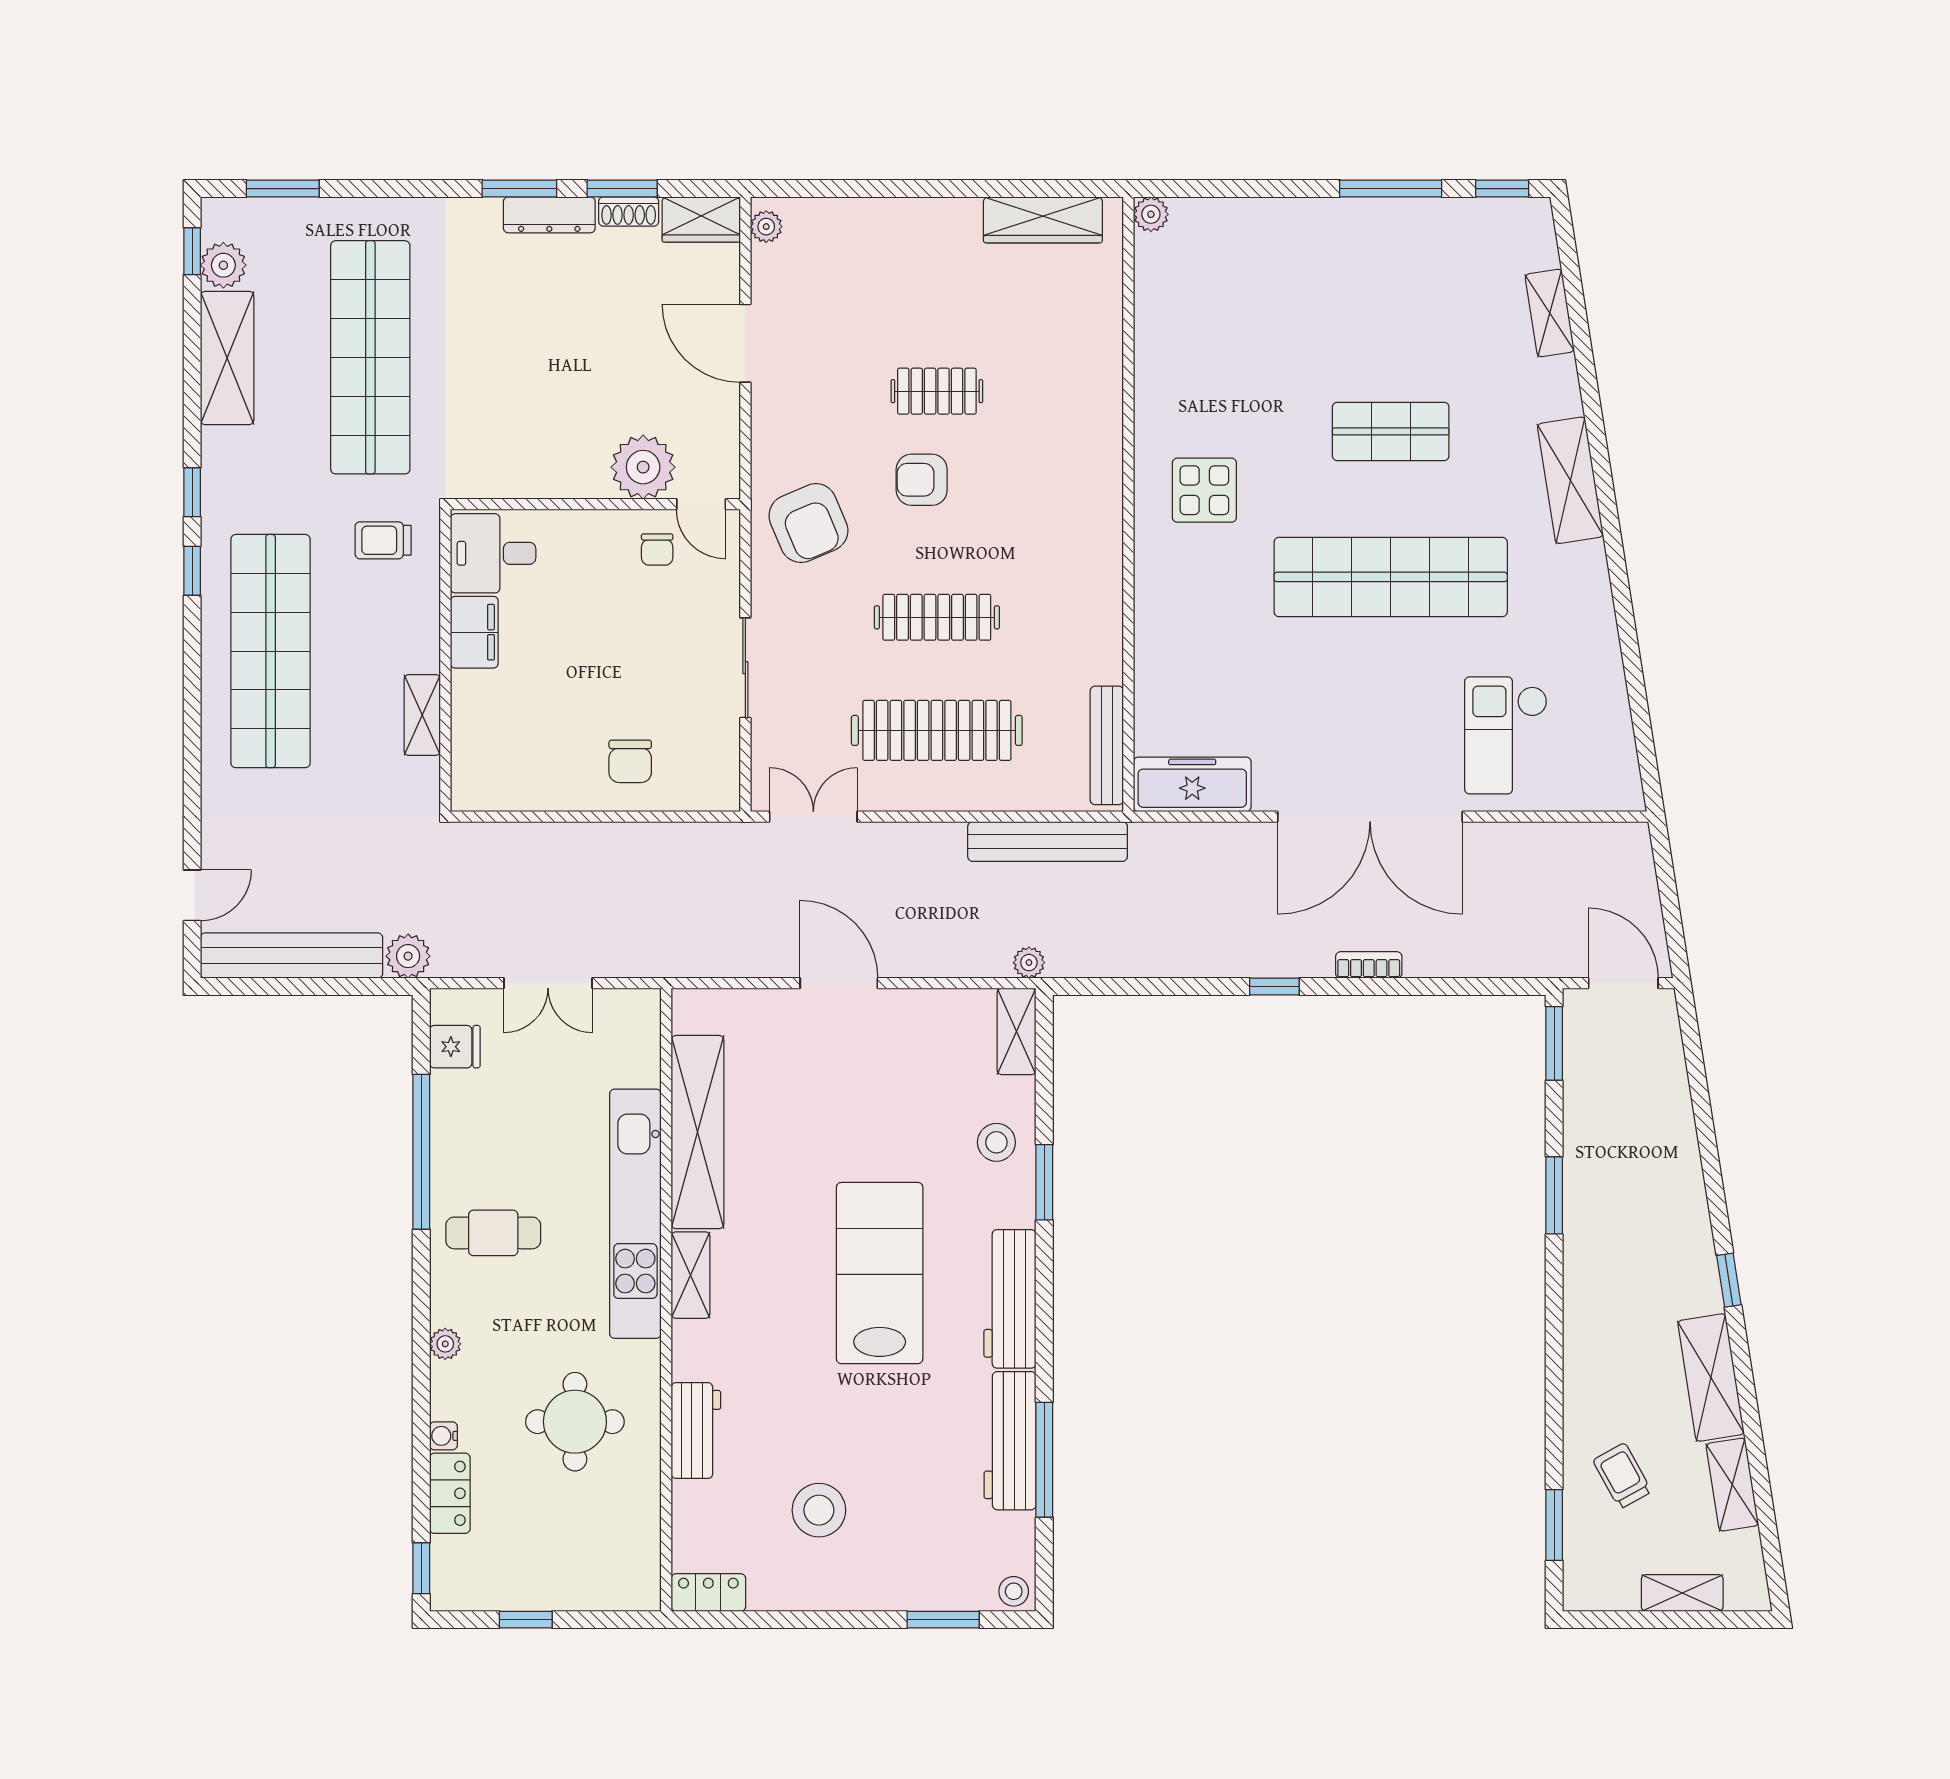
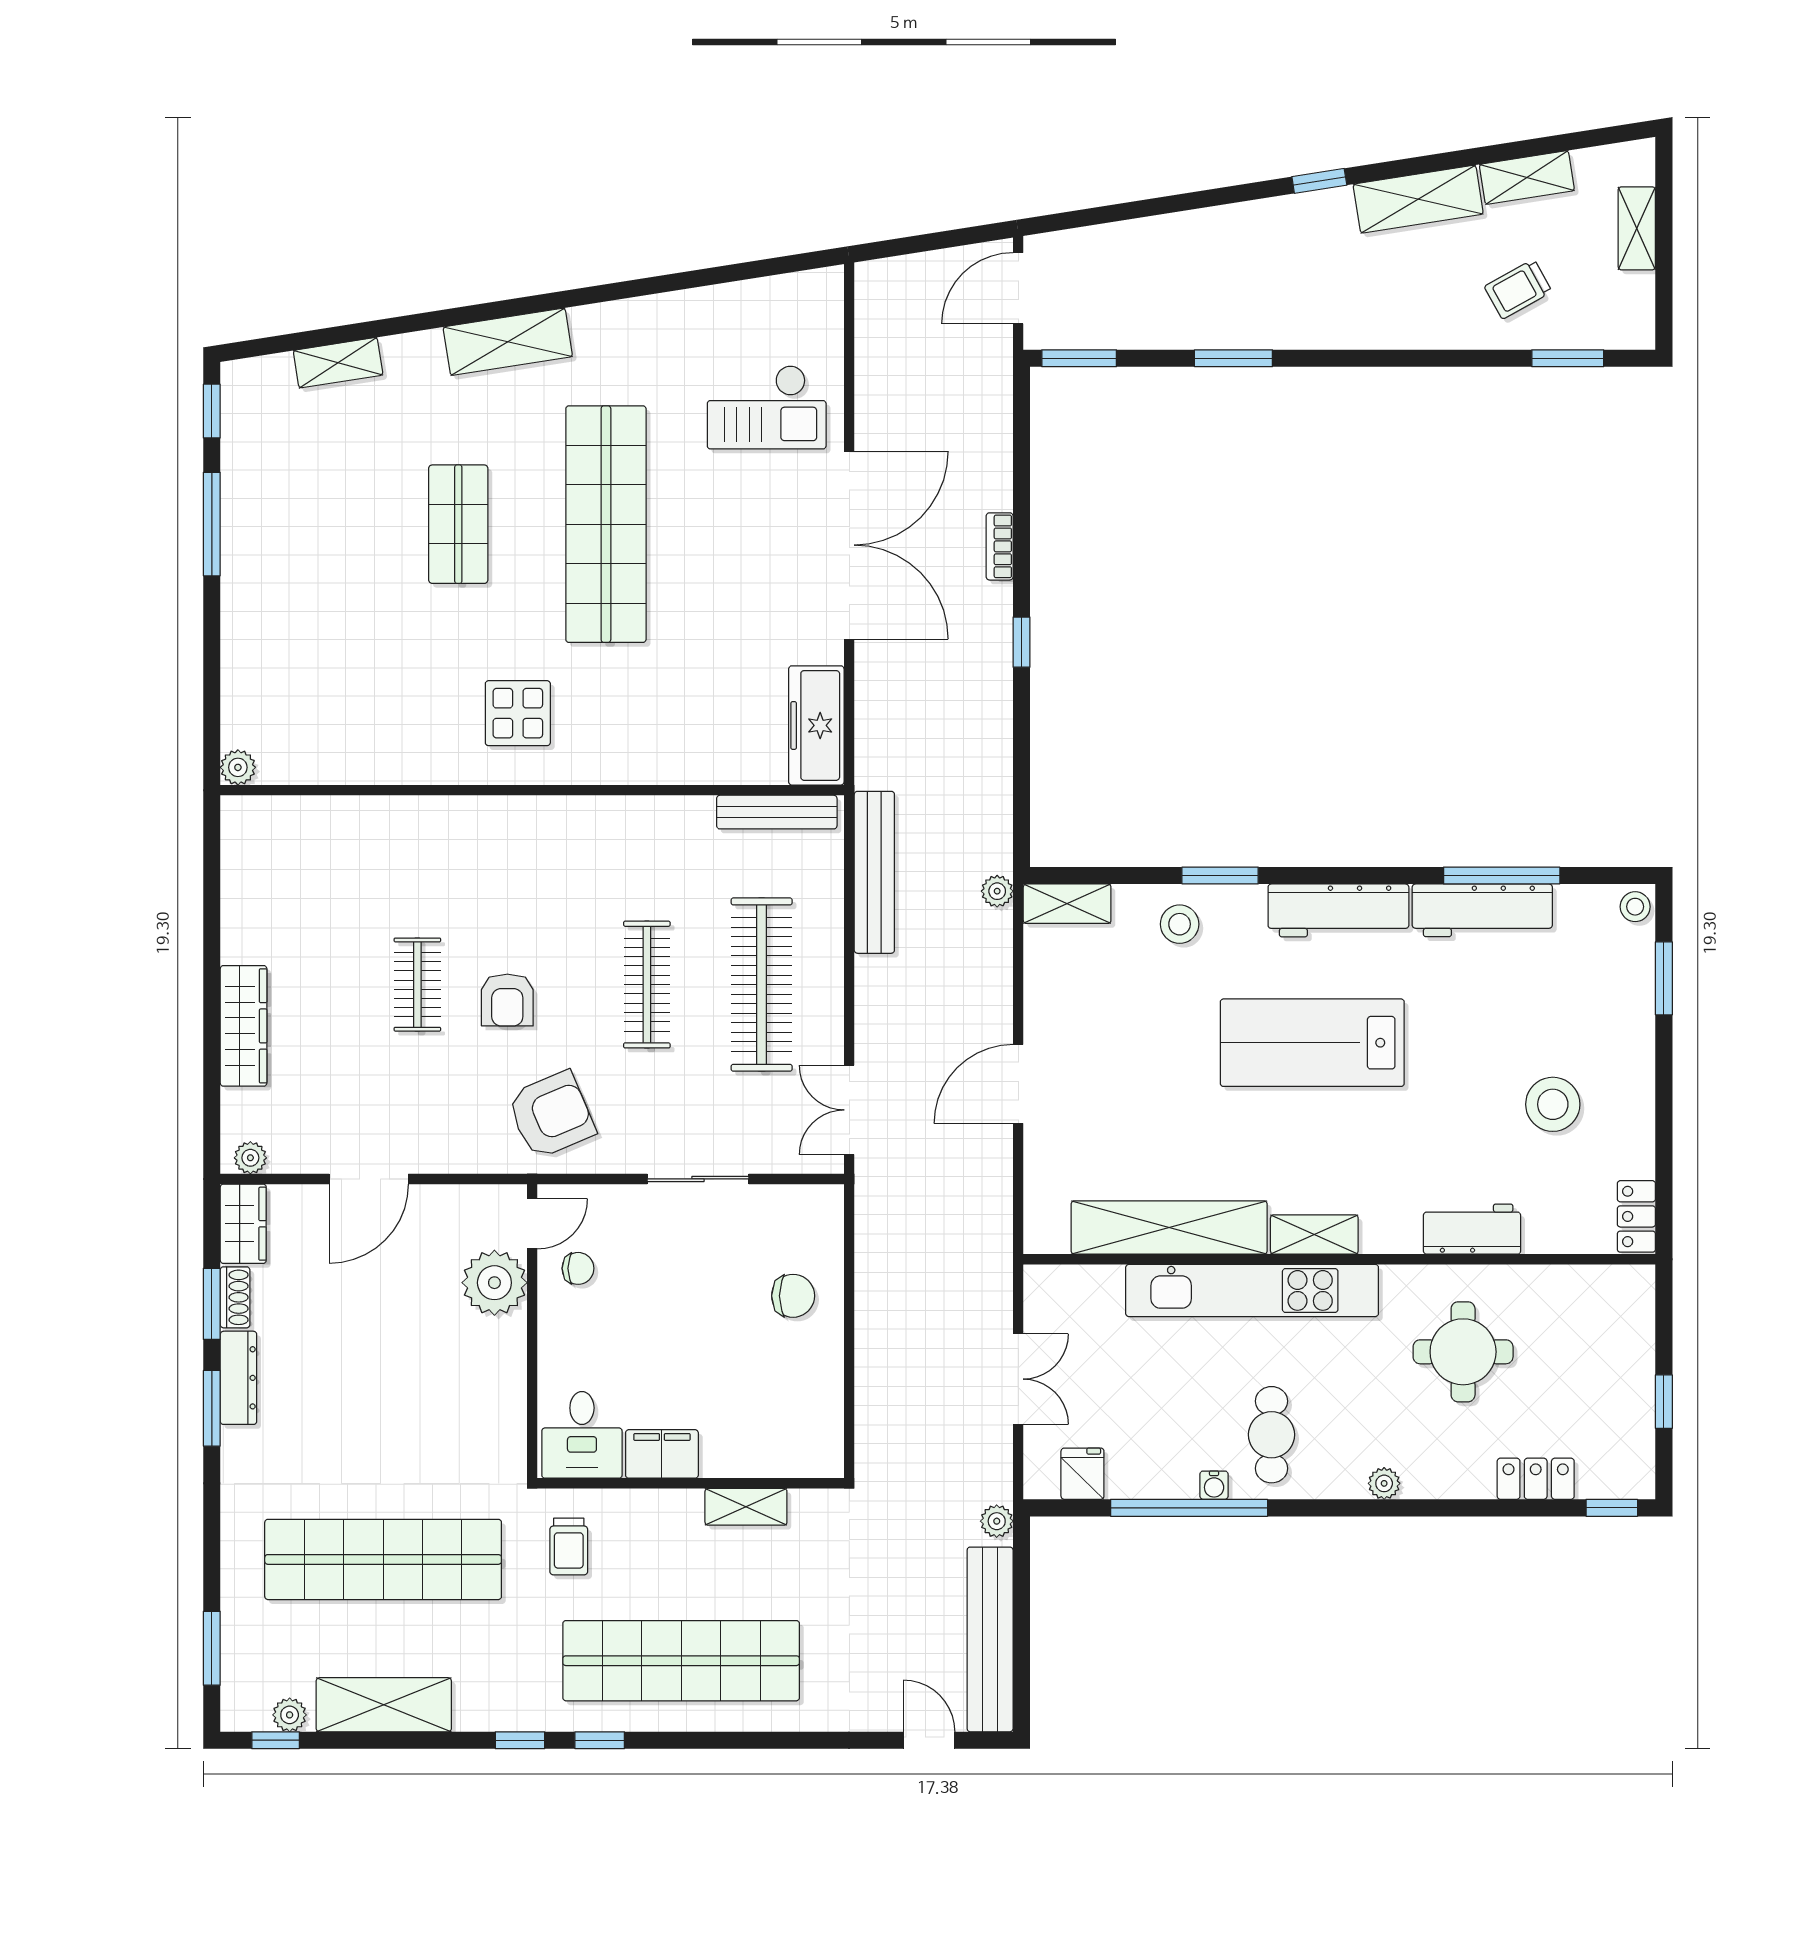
wardrobe: (1043, 220) -> (244, 1026), moved
plant: (223, 265) -> (290, 1715), width x0.73, depth x0.73
plant: (408, 956) -> (997, 1521), width x0.73, depth x0.73
water cooler: (443, 1436) -> (1214, 1485), moved

